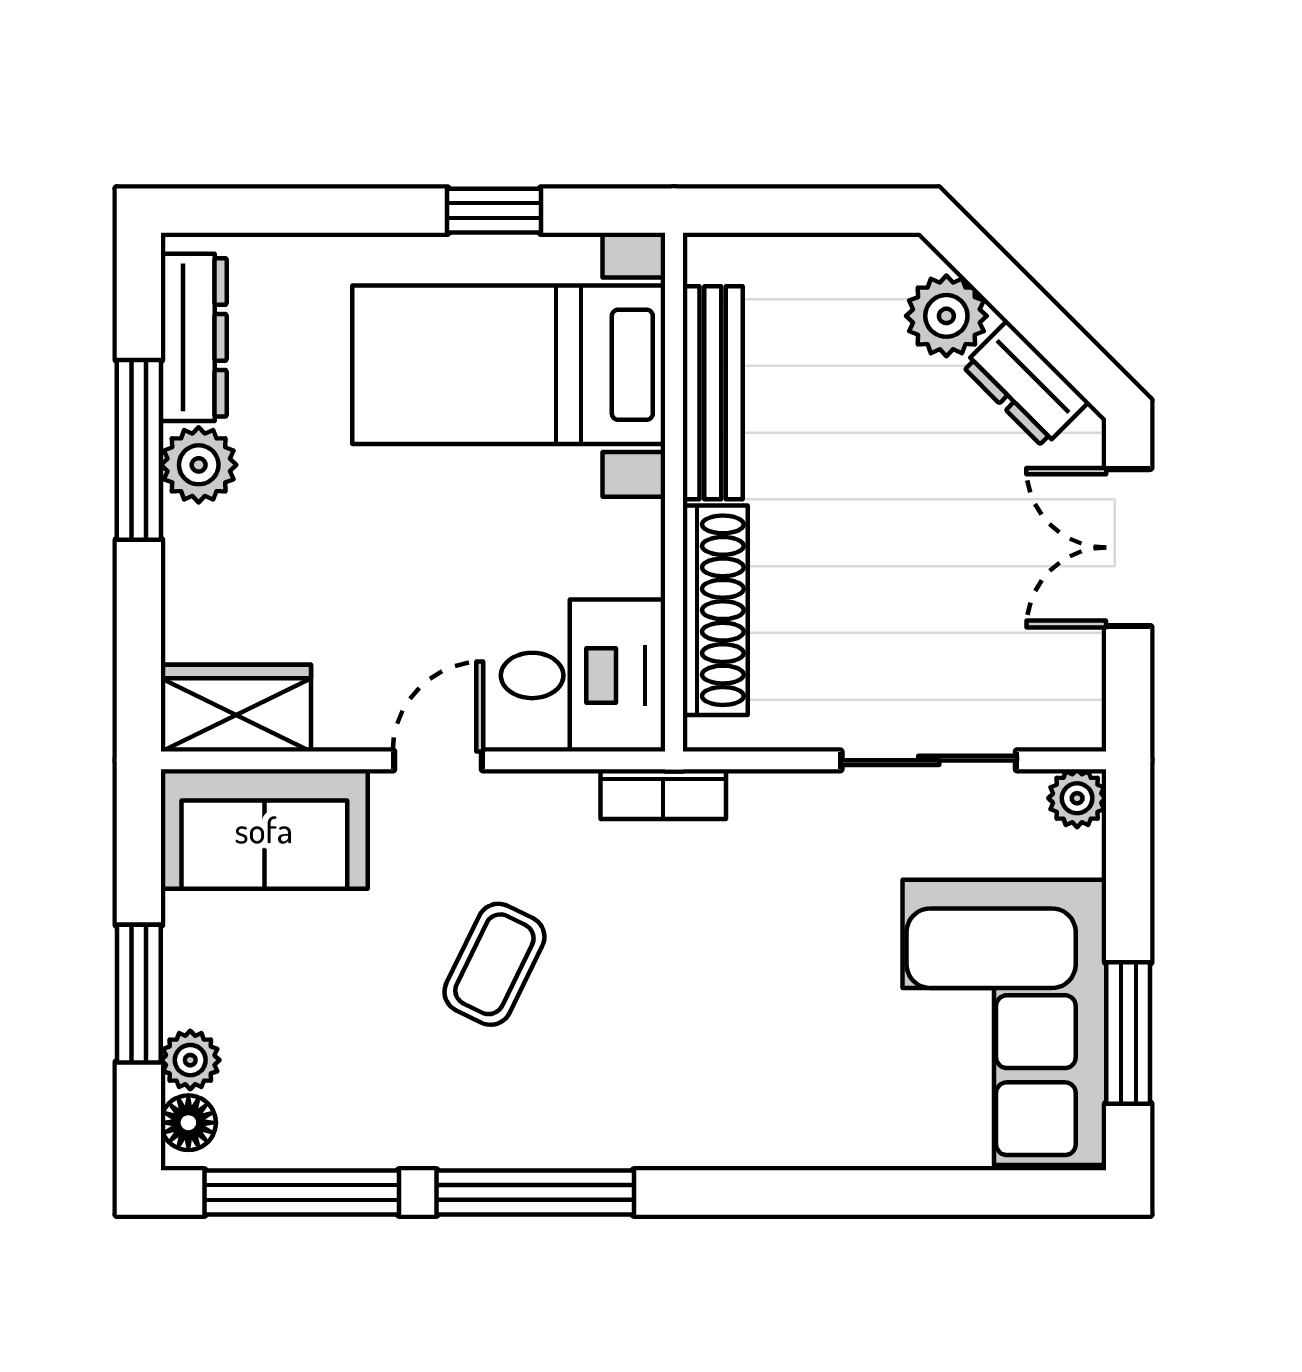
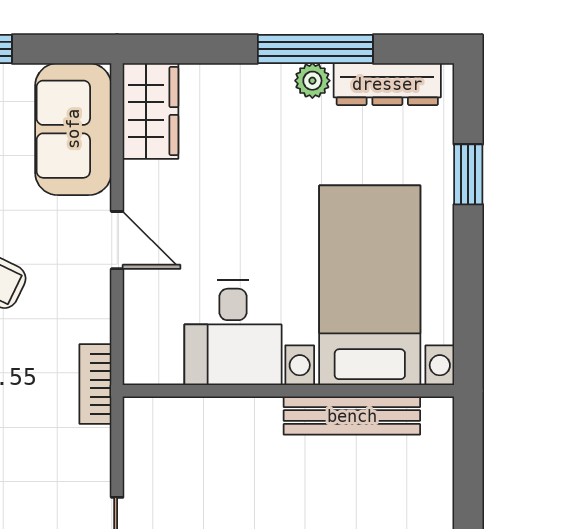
window: (494, 211) -> (468, 174), moved
plant: (199, 465) -> (312, 81), width x0.73, depth x0.73
shoe rack: (715, 610) -> (213, 417), removed
desk: (583, 675) -> (233, 333), moved

